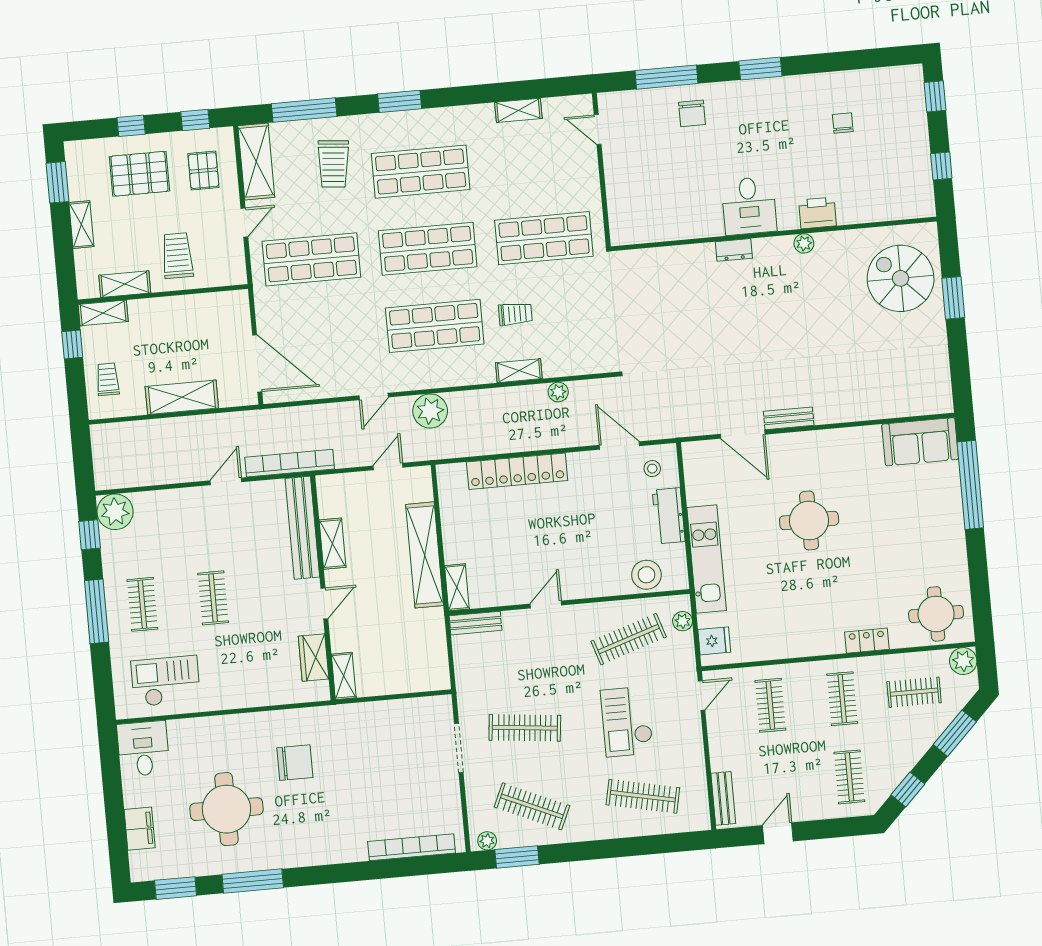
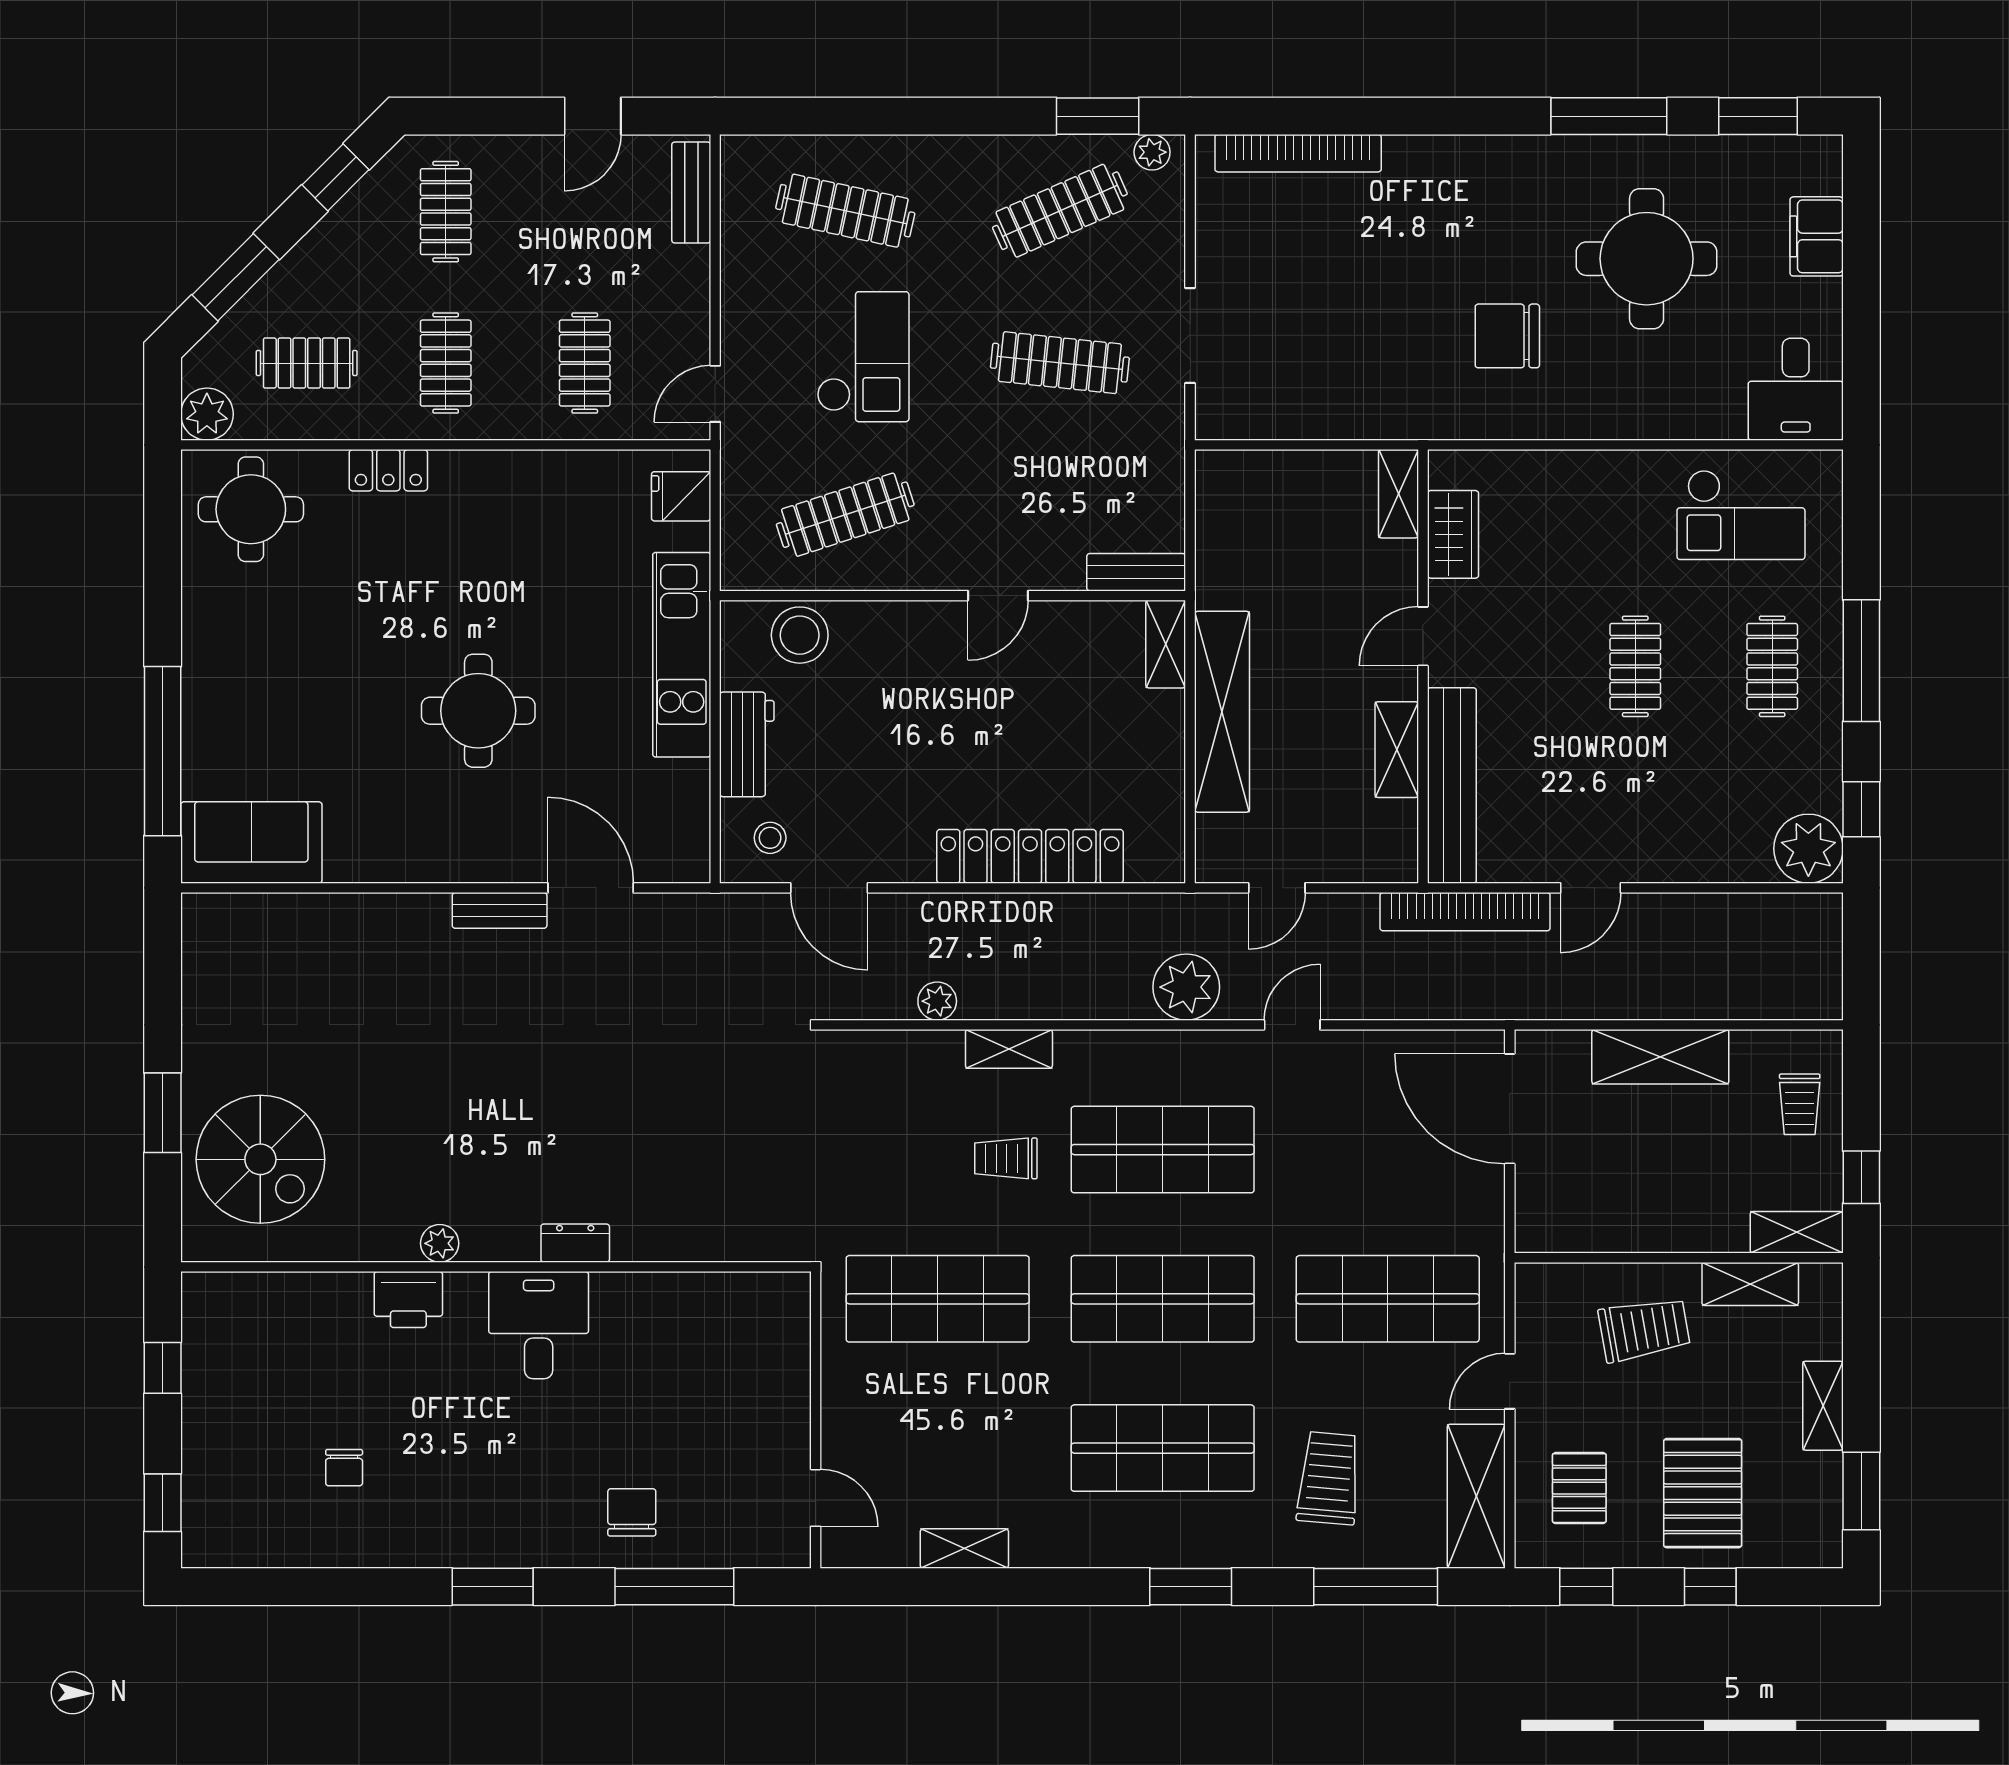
pallet: (139, 174) -> (1703, 1493), turned 90
trolley: (177, 256) -> (1644, 1329), turned -100
plant: (683, 621) -> (739, 540), removed
clothes rail: (532, 806) -> (1060, 211), turned -48

